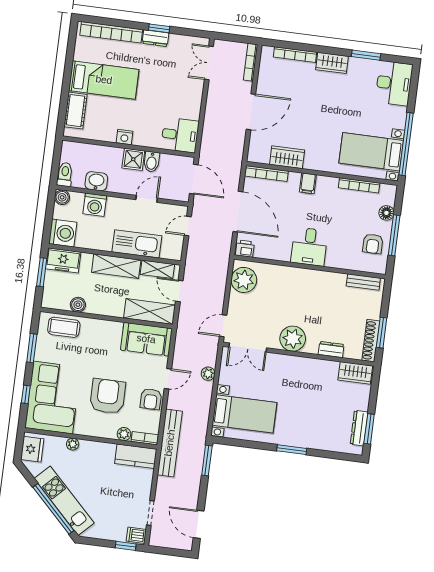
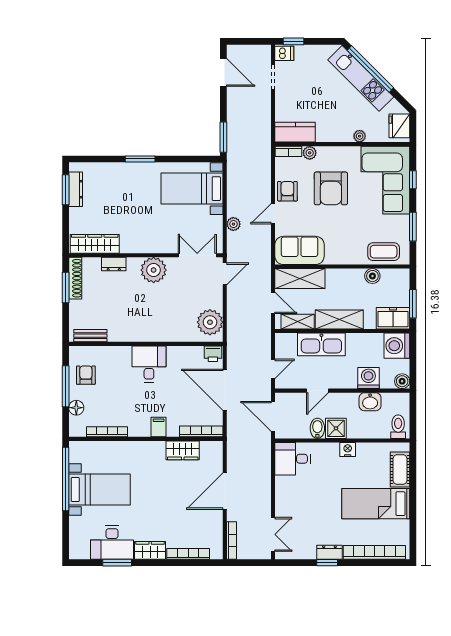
desk: (394, 83) -> (112, 543), moved, turned -90
bed with nightstands: (371, 152) -> (100, 490), moved
toilet: (65, 174) -> (398, 427), moved, turned 180
wardrobe: (355, 373) -> (95, 244), width x1.50
bench: (170, 443) -> (263, 150), removed

